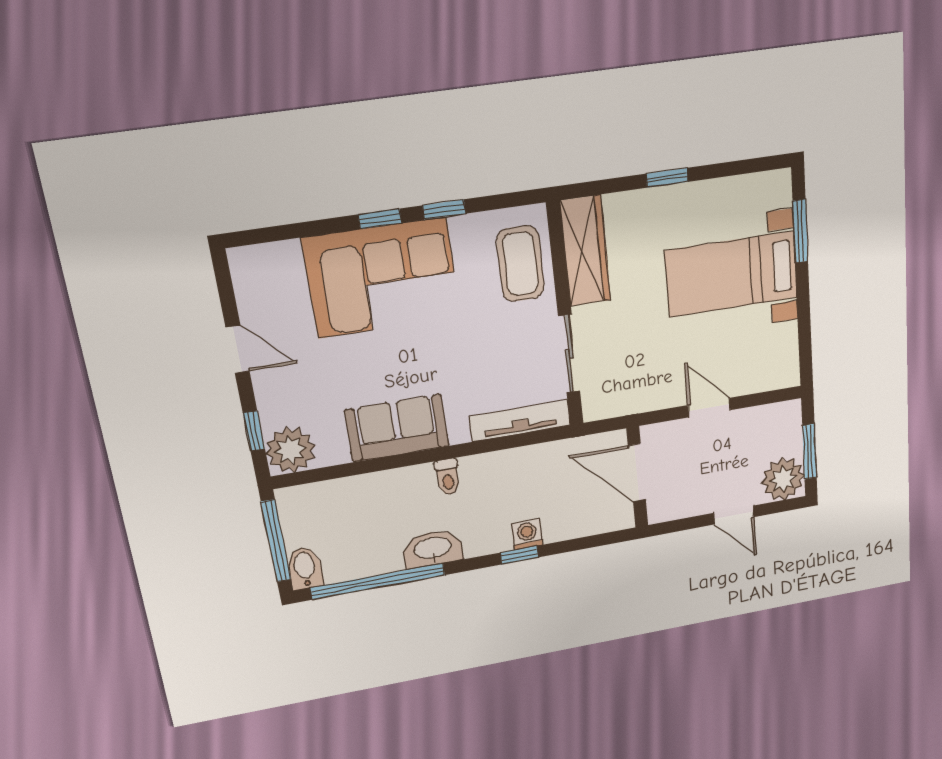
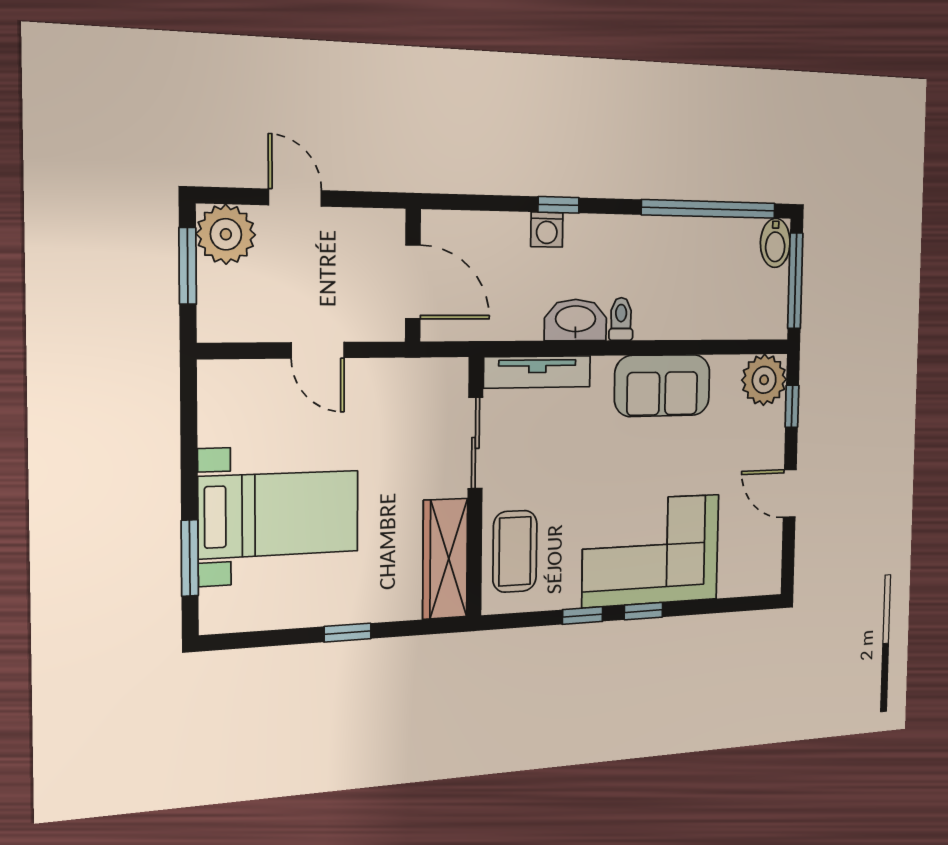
washbasin: (433, 549) -> (576, 320), moved, turned 180

